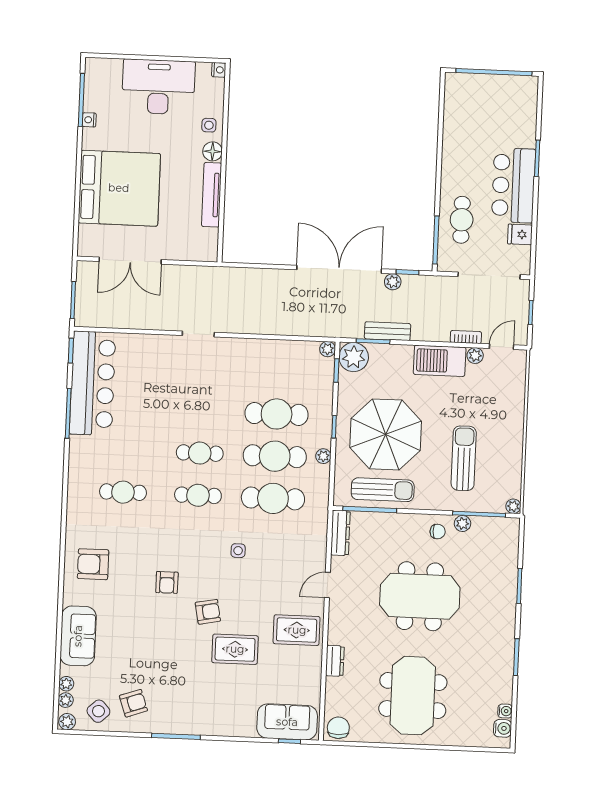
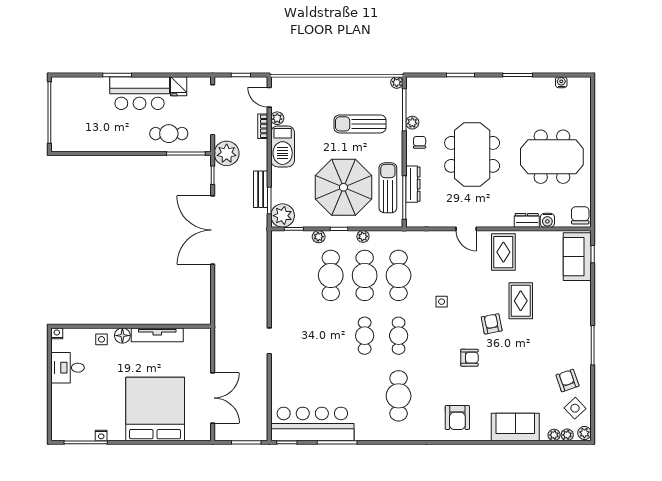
desk: (158, 87) -> (68, 368), width x0.53, depth x0.77
plant: (393, 282) -> (227, 153), moved, width x1.87, depth x1.87
plant: (328, 349) -> (319, 237), moved
cafe table: (123, 492) -> (399, 396), width x1.37, depth x1.35
dresser: (340, 533) -> (413, 184), moved, turned 90
chair: (338, 728) -> (580, 215), turned 90
water cooler: (503, 728) -> (547, 220), moved, turned 180

